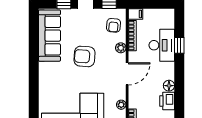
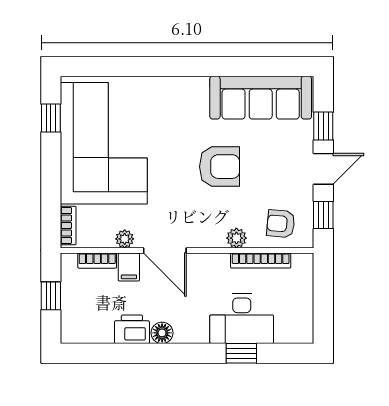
filing cabinet: (135, 14) -> (129, 267), moved
armchair: (85, 56) -> (220, 167), turned 86
door: (127, 74) -> (165, 250), moved

